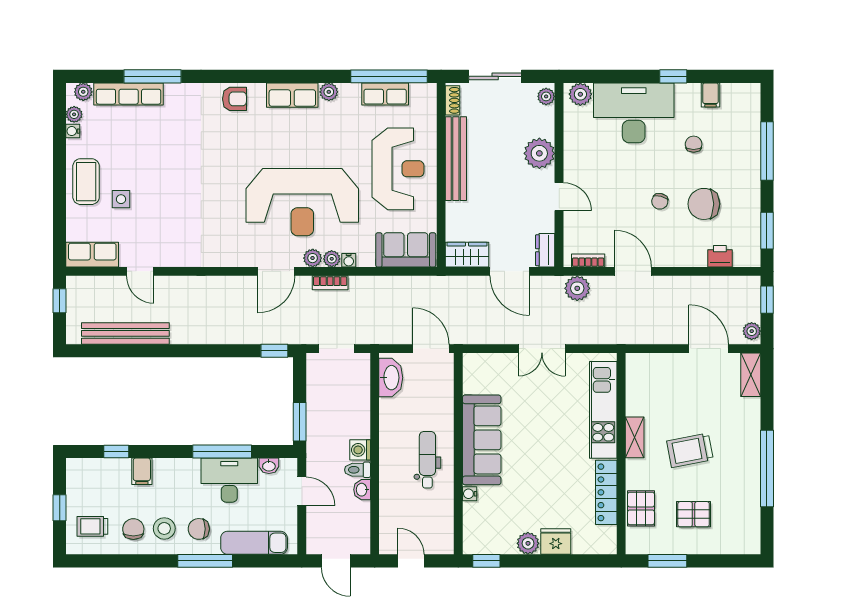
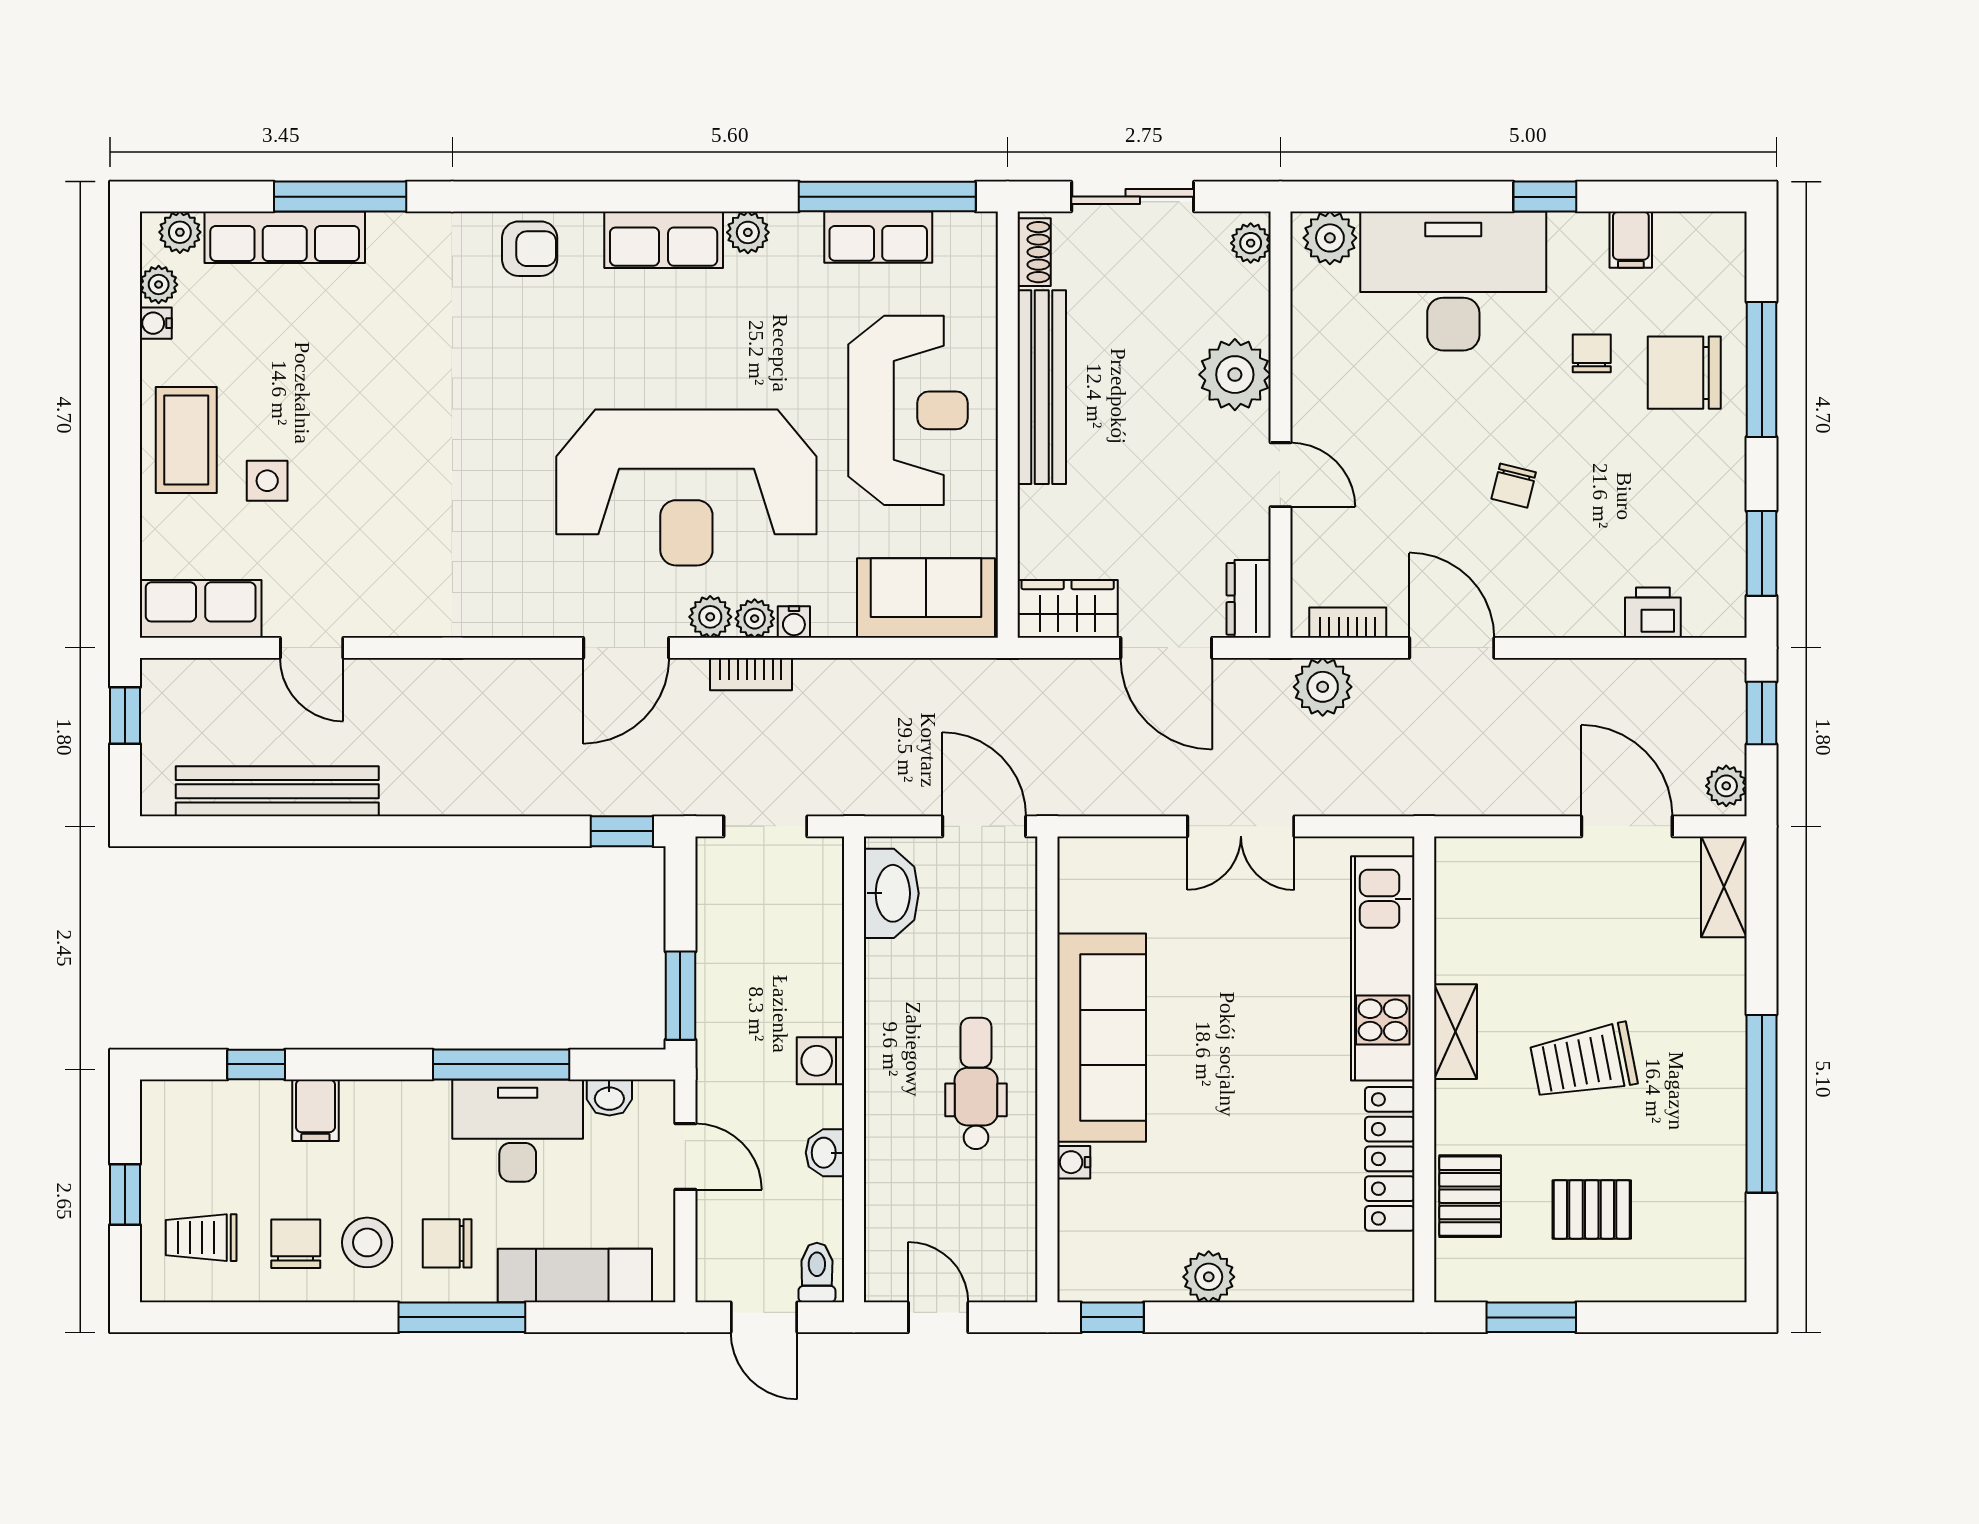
chair: (704, 204) -> (1684, 373), moved
toilet: (357, 470) -> (817, 1273), moved, turned 90
fridge: (556, 542) -> (1273, 1273), removed

